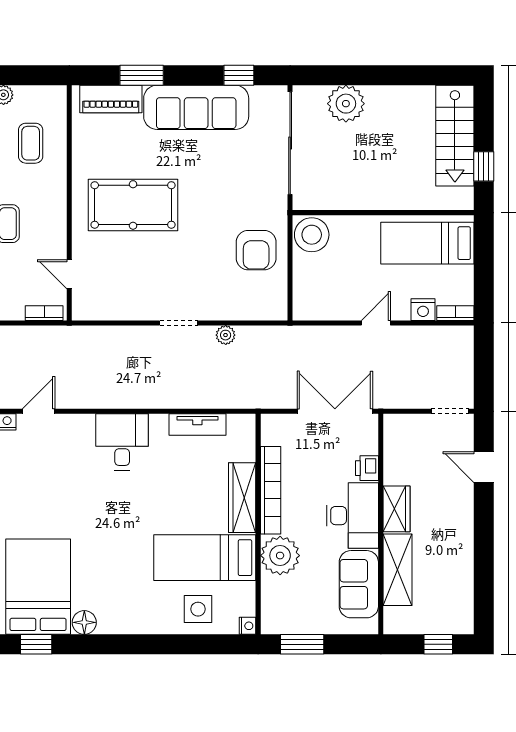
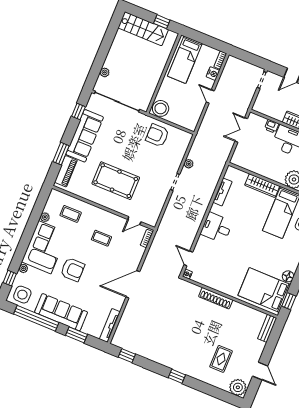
plant: (346, 104) -> (105, 72), width x0.53, depth x0.53
pool table: (133, 205) -> (116, 181), turned 90
armchair: (256, 250) -> (157, 135), turned 180
double door: (335, 411) -> (241, 130), width x0.73
bookcase: (271, 490) -> (264, 172), removed

